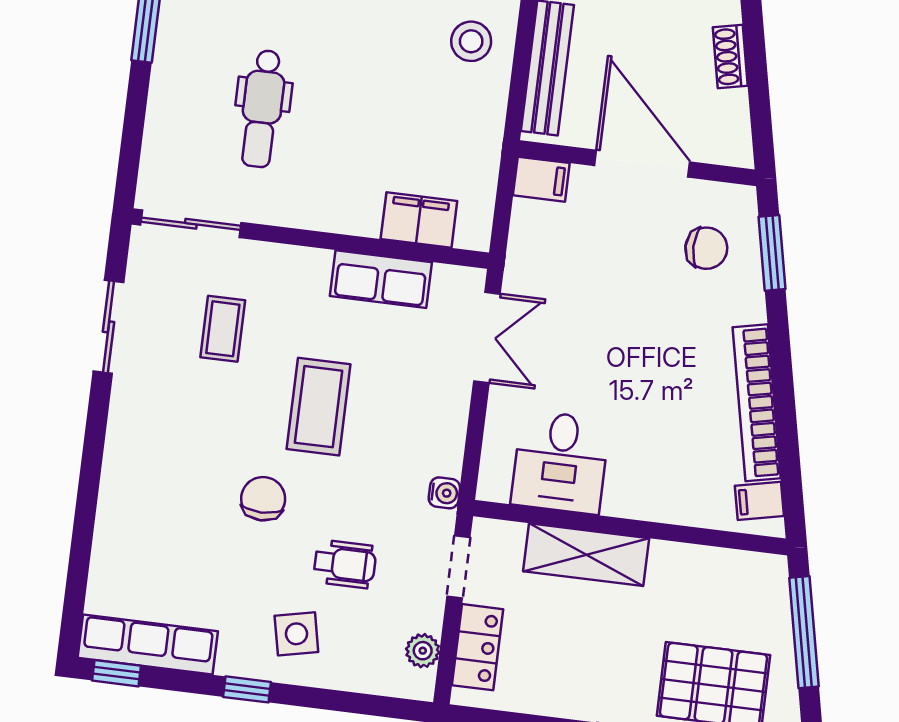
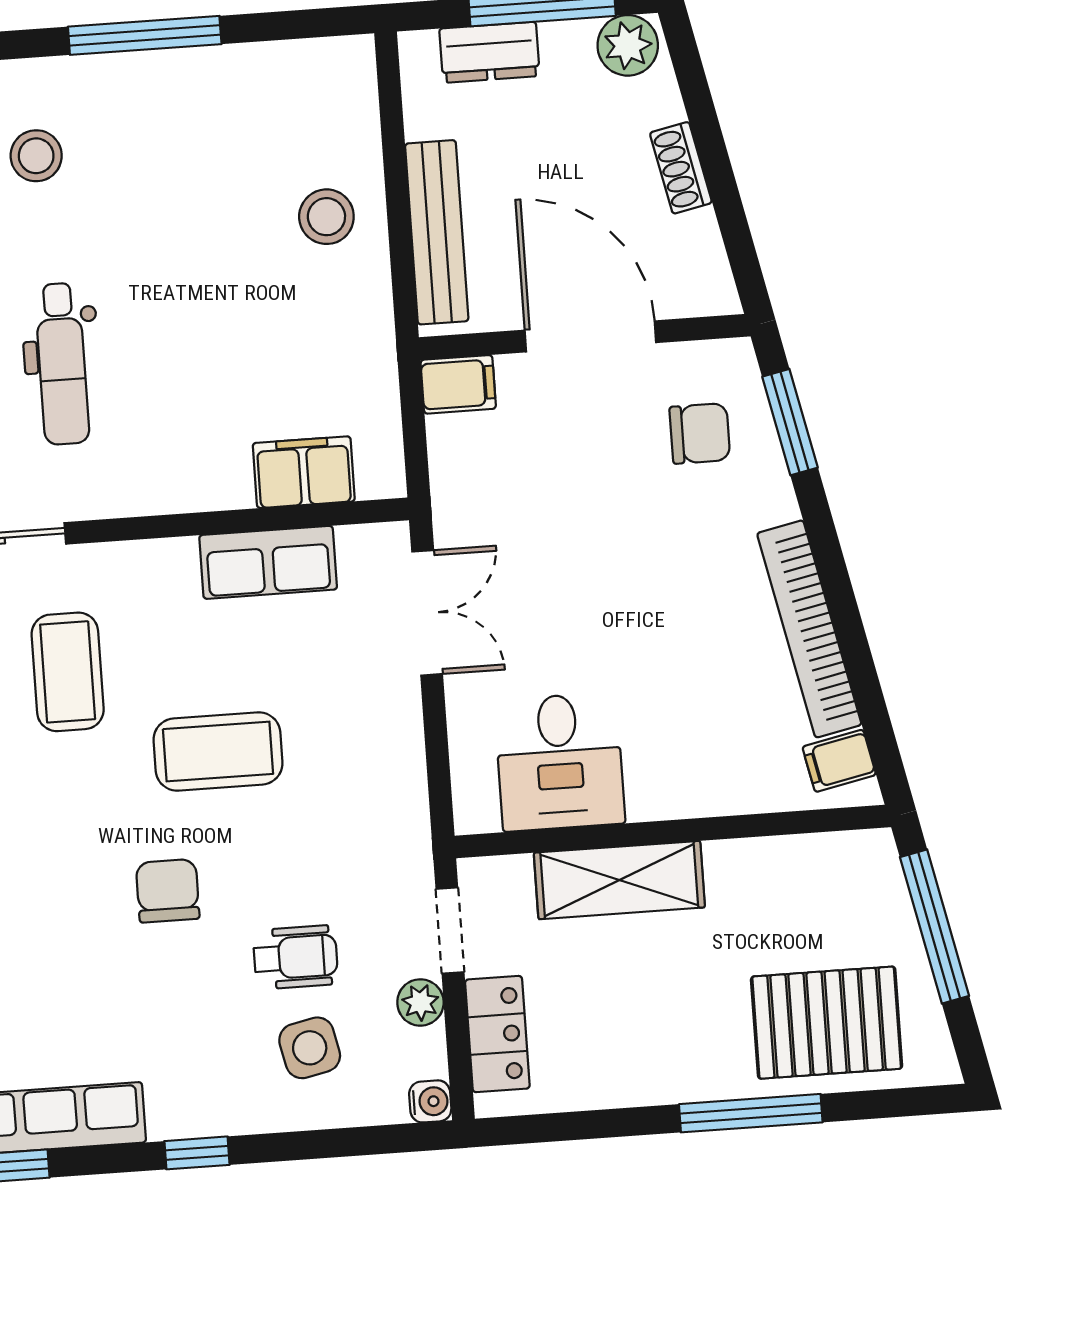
coffee table: (223, 329) -> (68, 672), width x1.36, depth x1.30
coffee table: (319, 407) -> (218, 752), turned 90
water cooler: (444, 493) -> (430, 1101), moved
side table: (296, 634) -> (310, 1048), moved
plant: (423, 651) -> (420, 1002), moved

